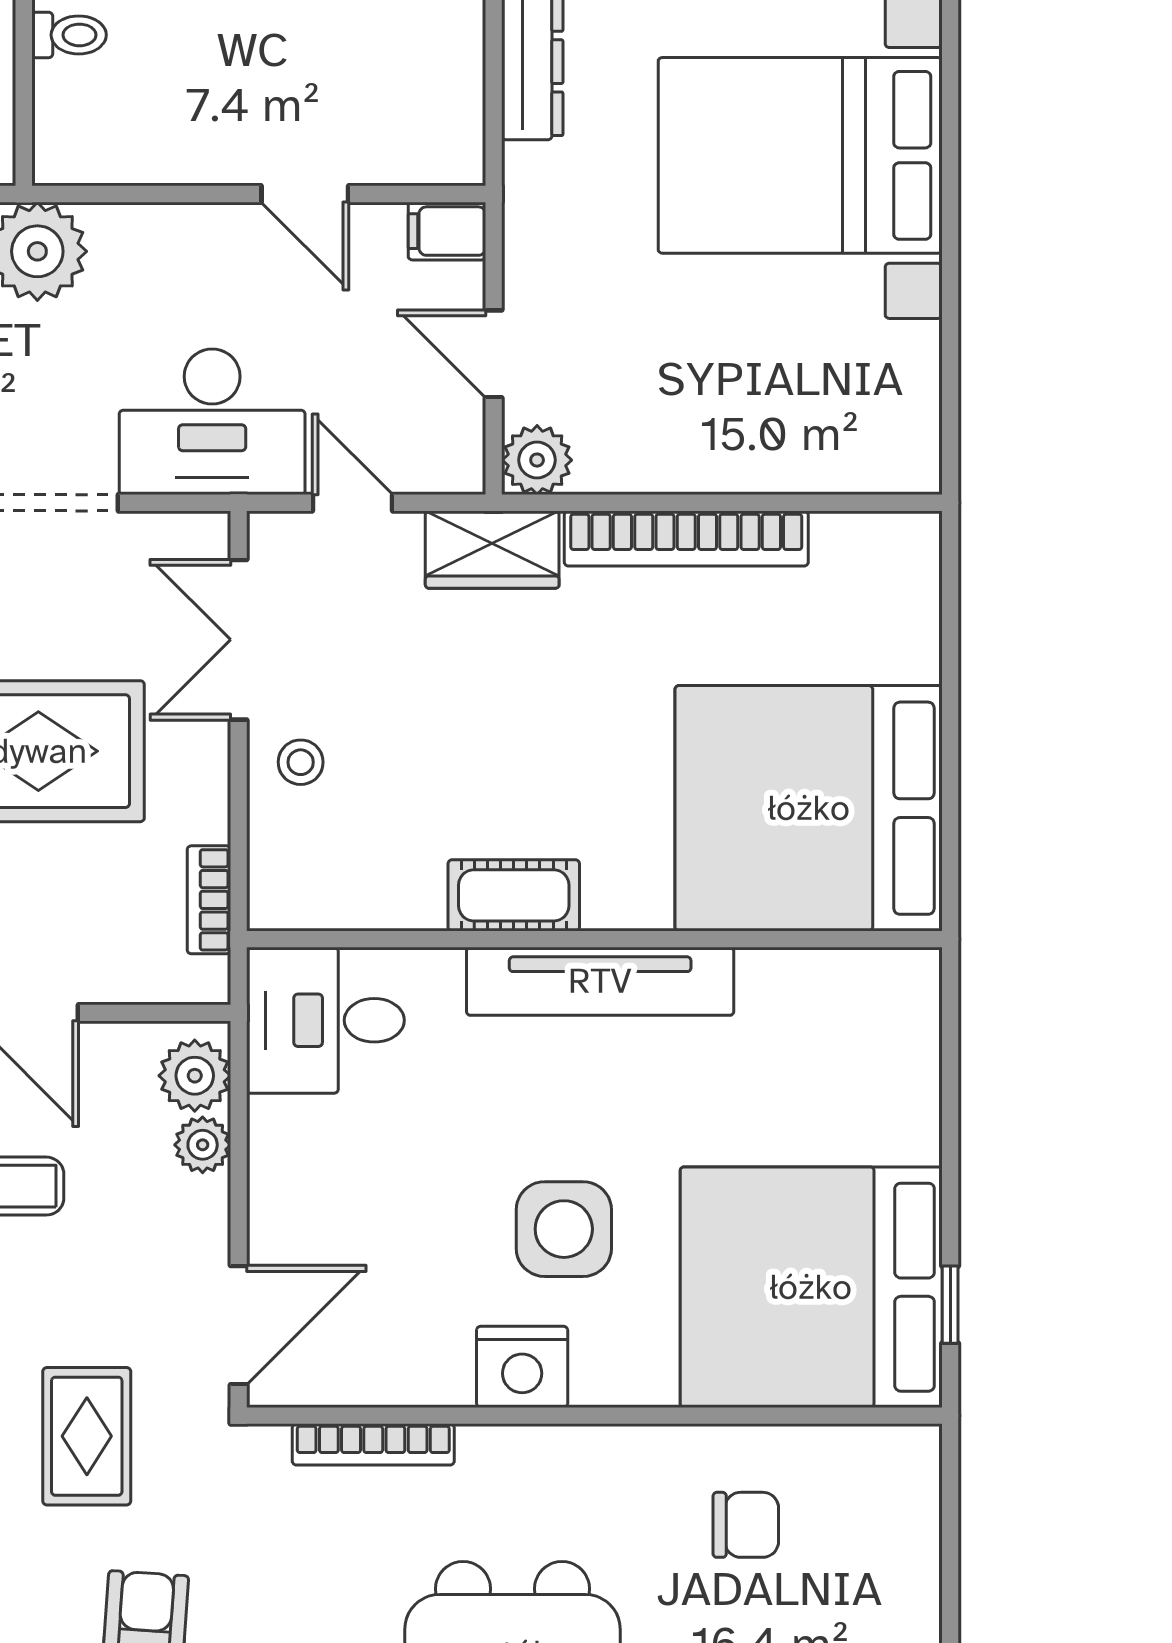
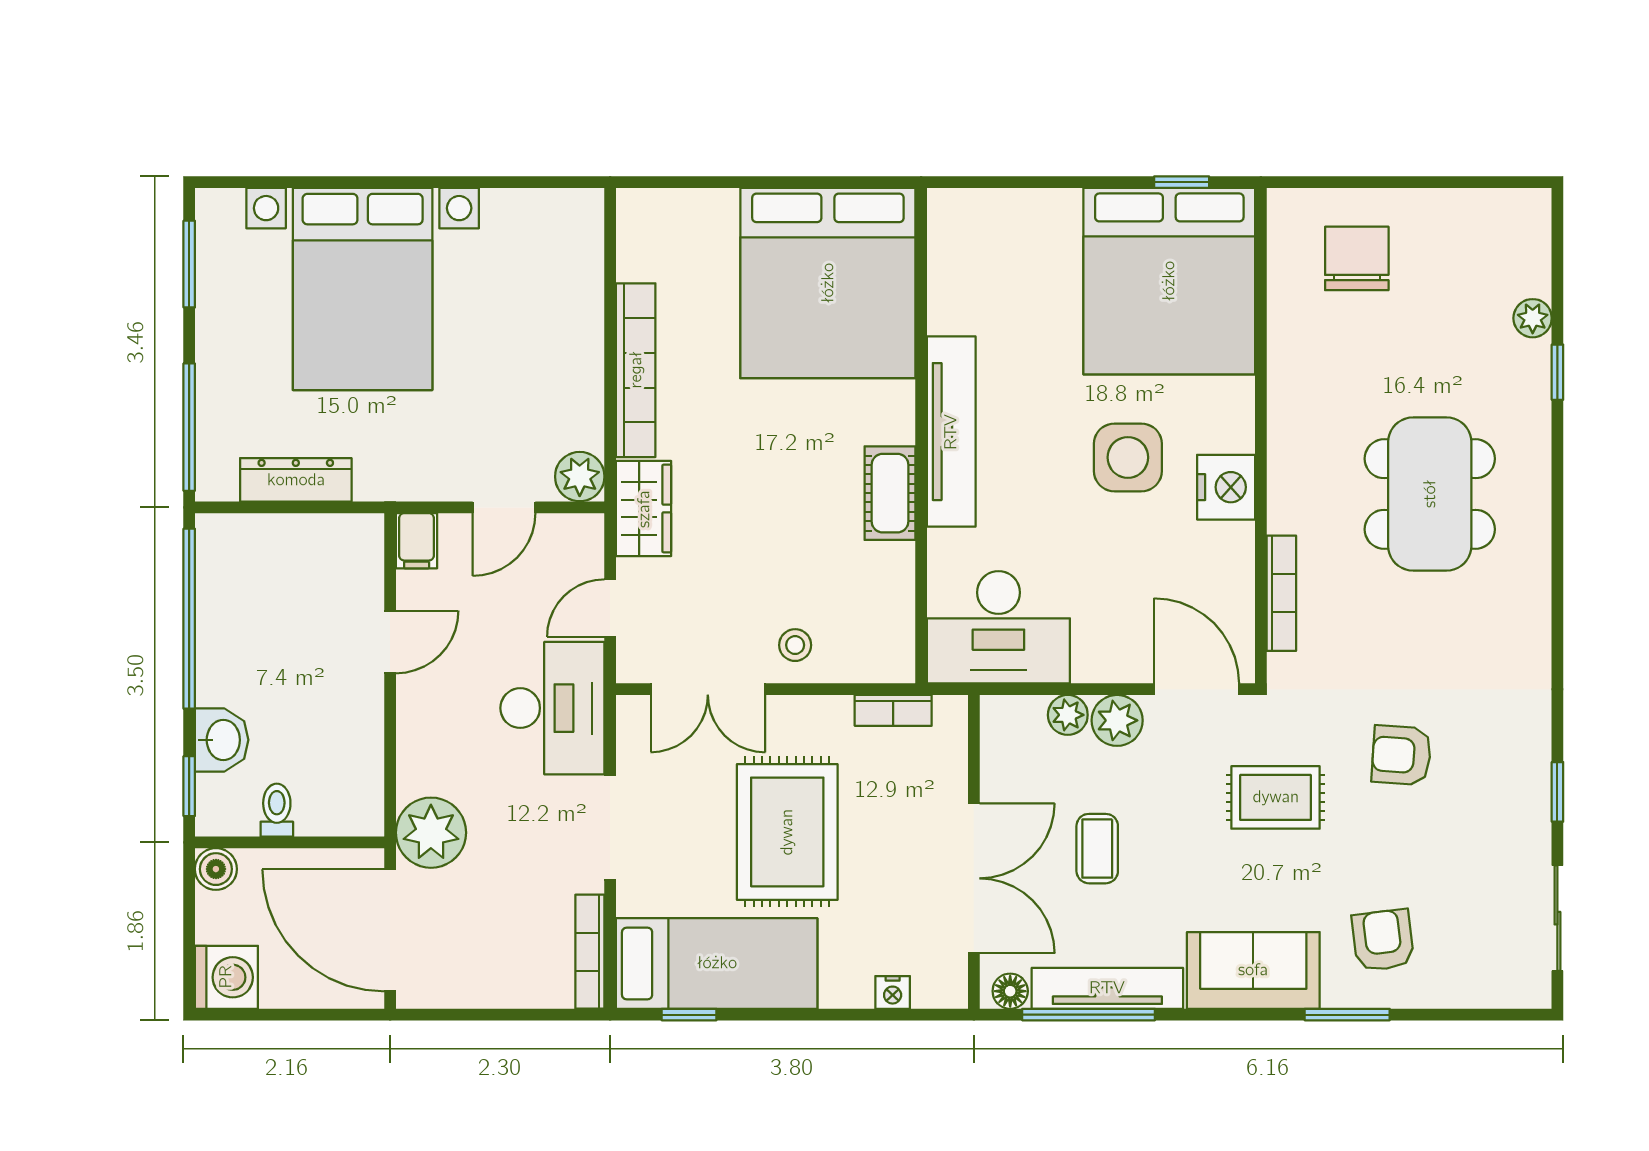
desk: (325, 1020) -> (998, 627), width x1.37
plant: (195, 1076) -> (1117, 720), moved
chair: (746, 1525) -> (1357, 258), moved, width x1.37, depth x1.37

